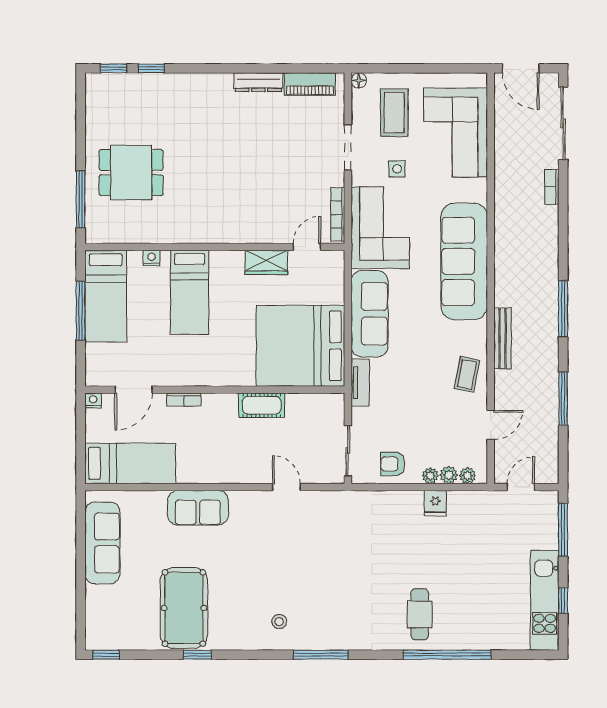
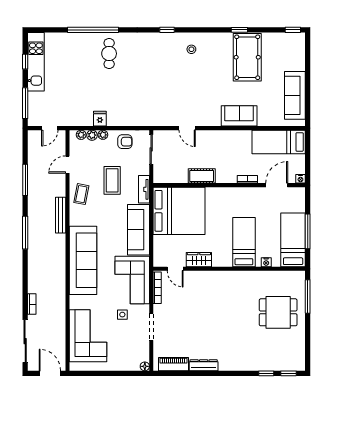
coffee table: (394, 113) -> (112, 180), moved
door: (307, 247) -> (175, 269), hinge flipped
window: (321, 655) -> (167, 30), width x0.46

